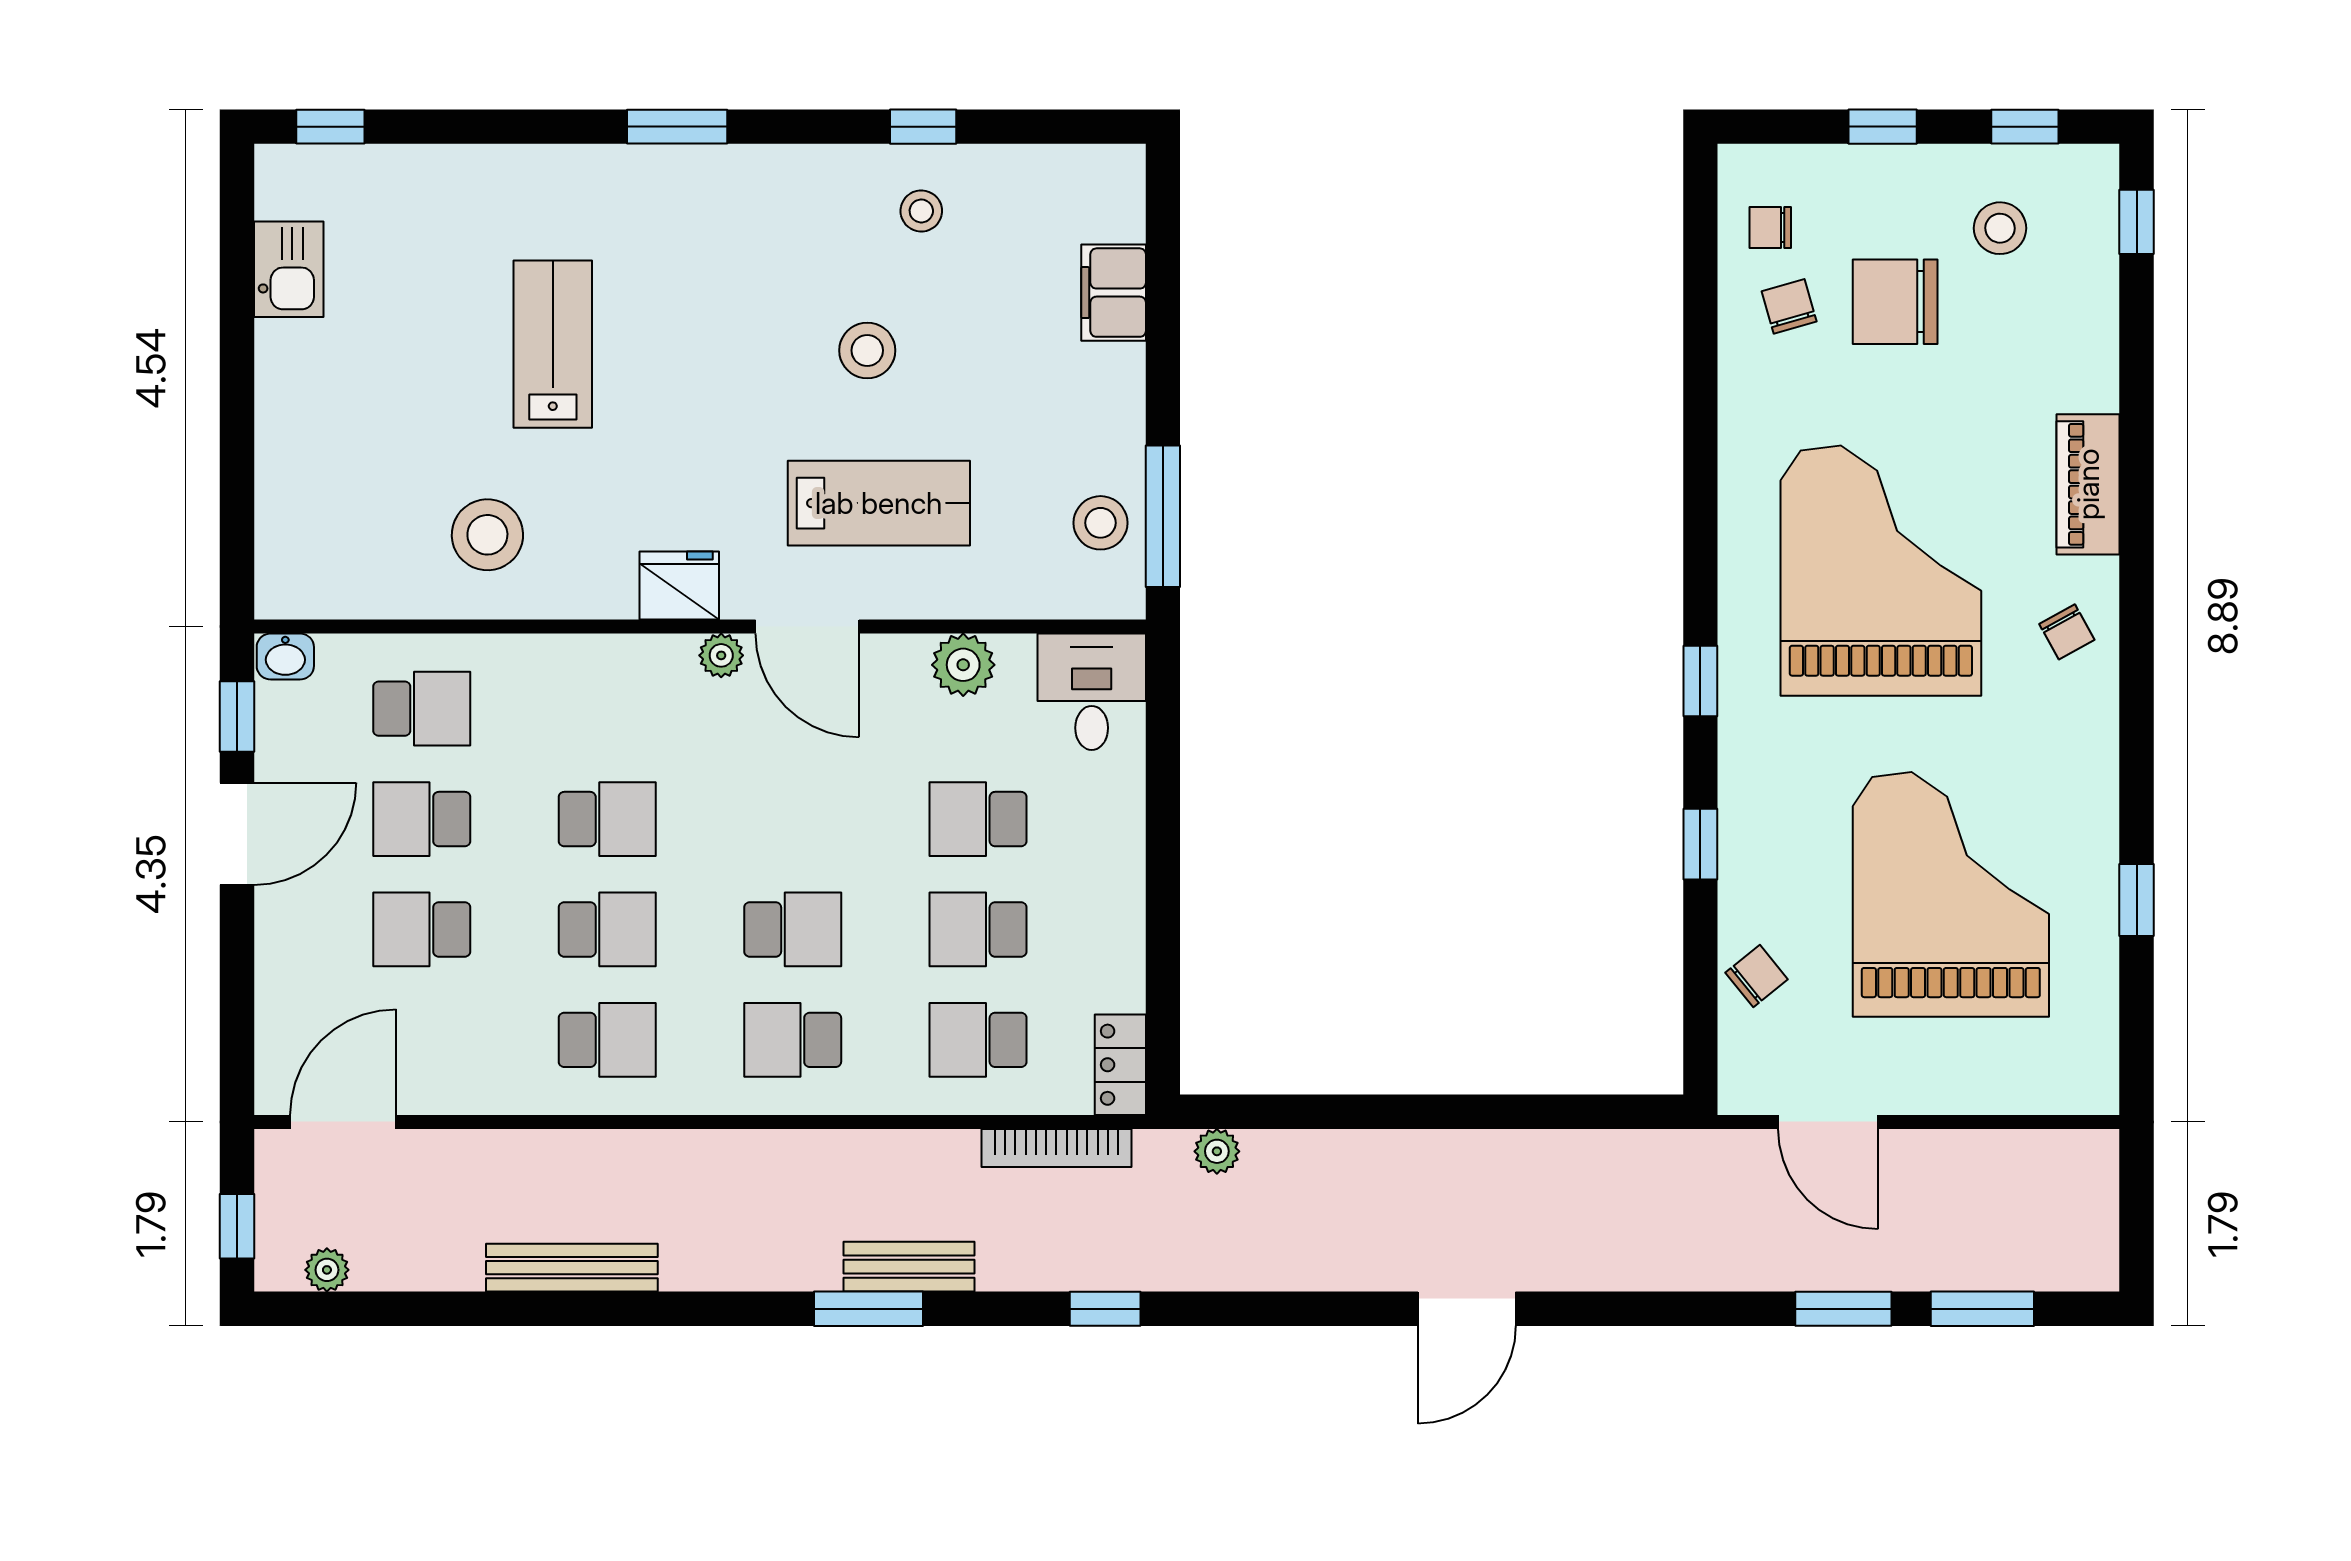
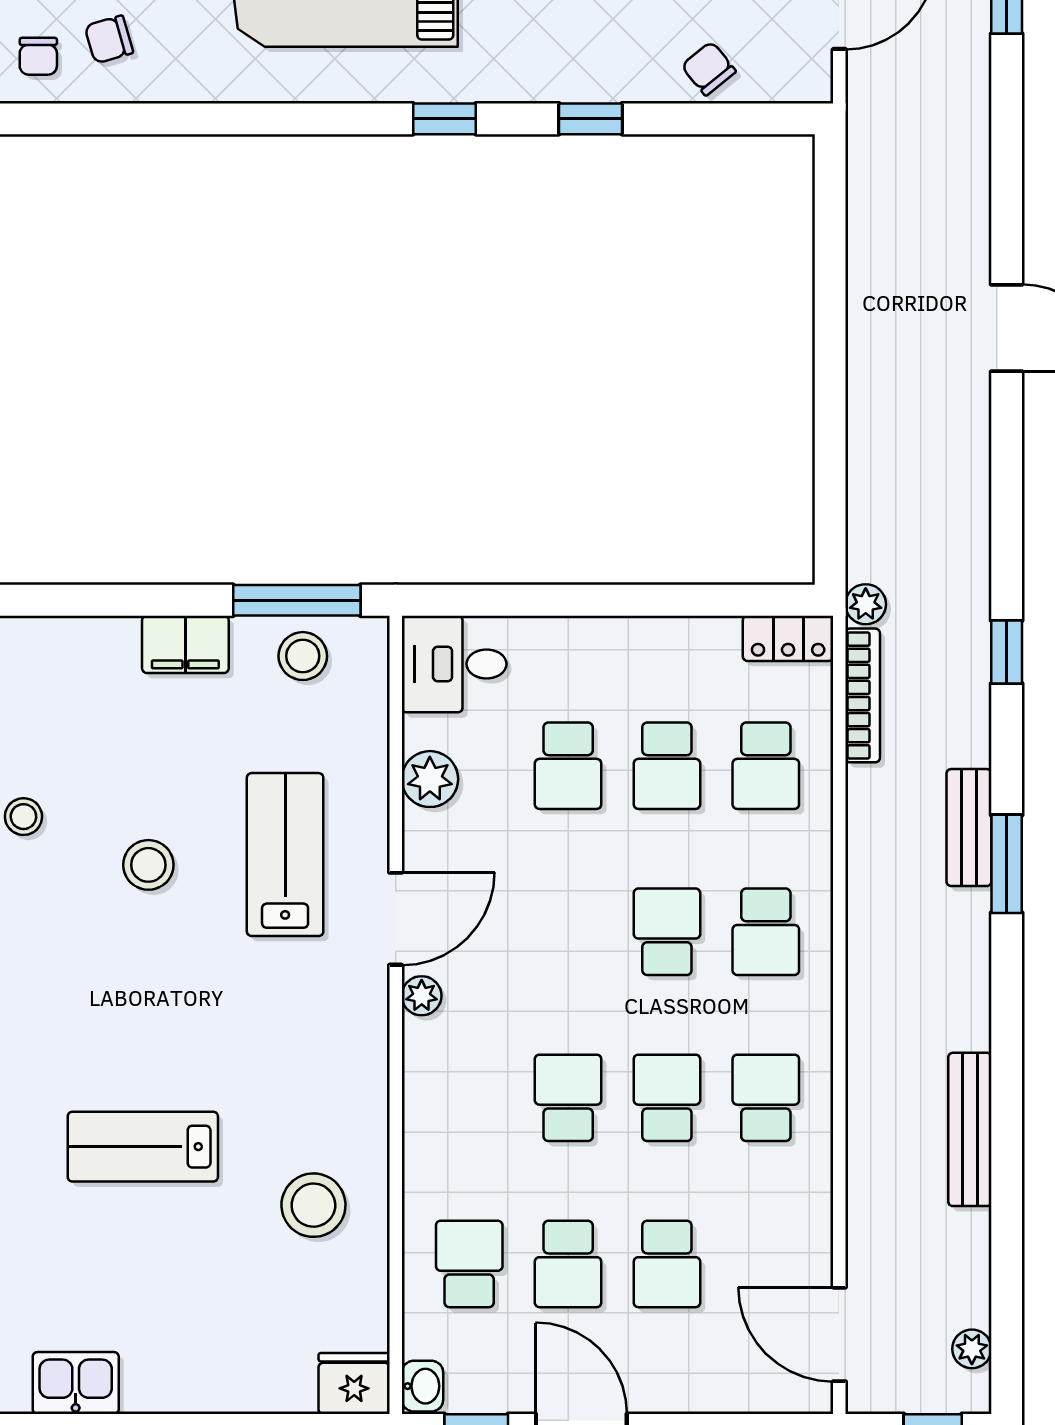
filing cabinet: (1114, 293) -> (185, 644), moved
fridge: (679, 586) -> (354, 1384), moved, turned 90
plant: (1217, 1151) -> (866, 604), moved

